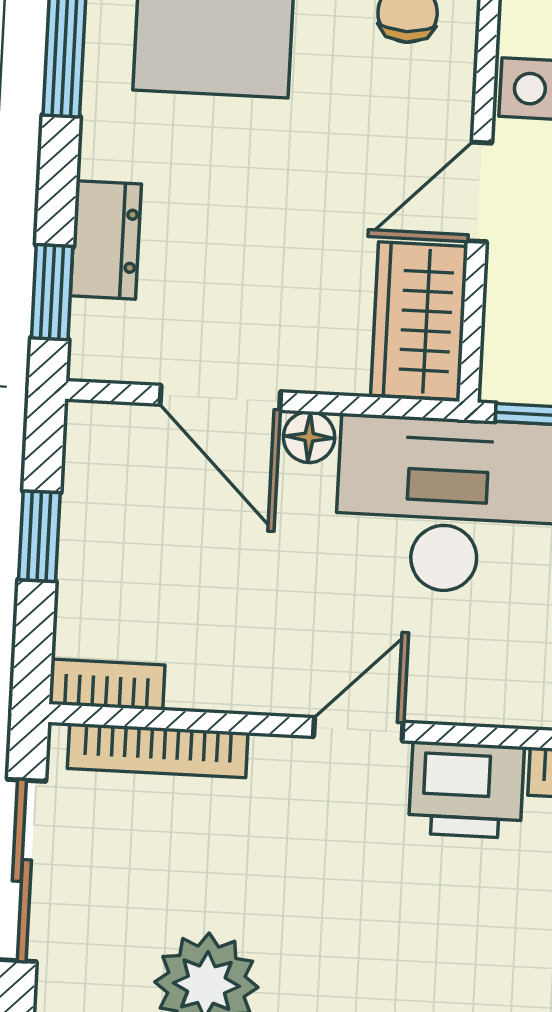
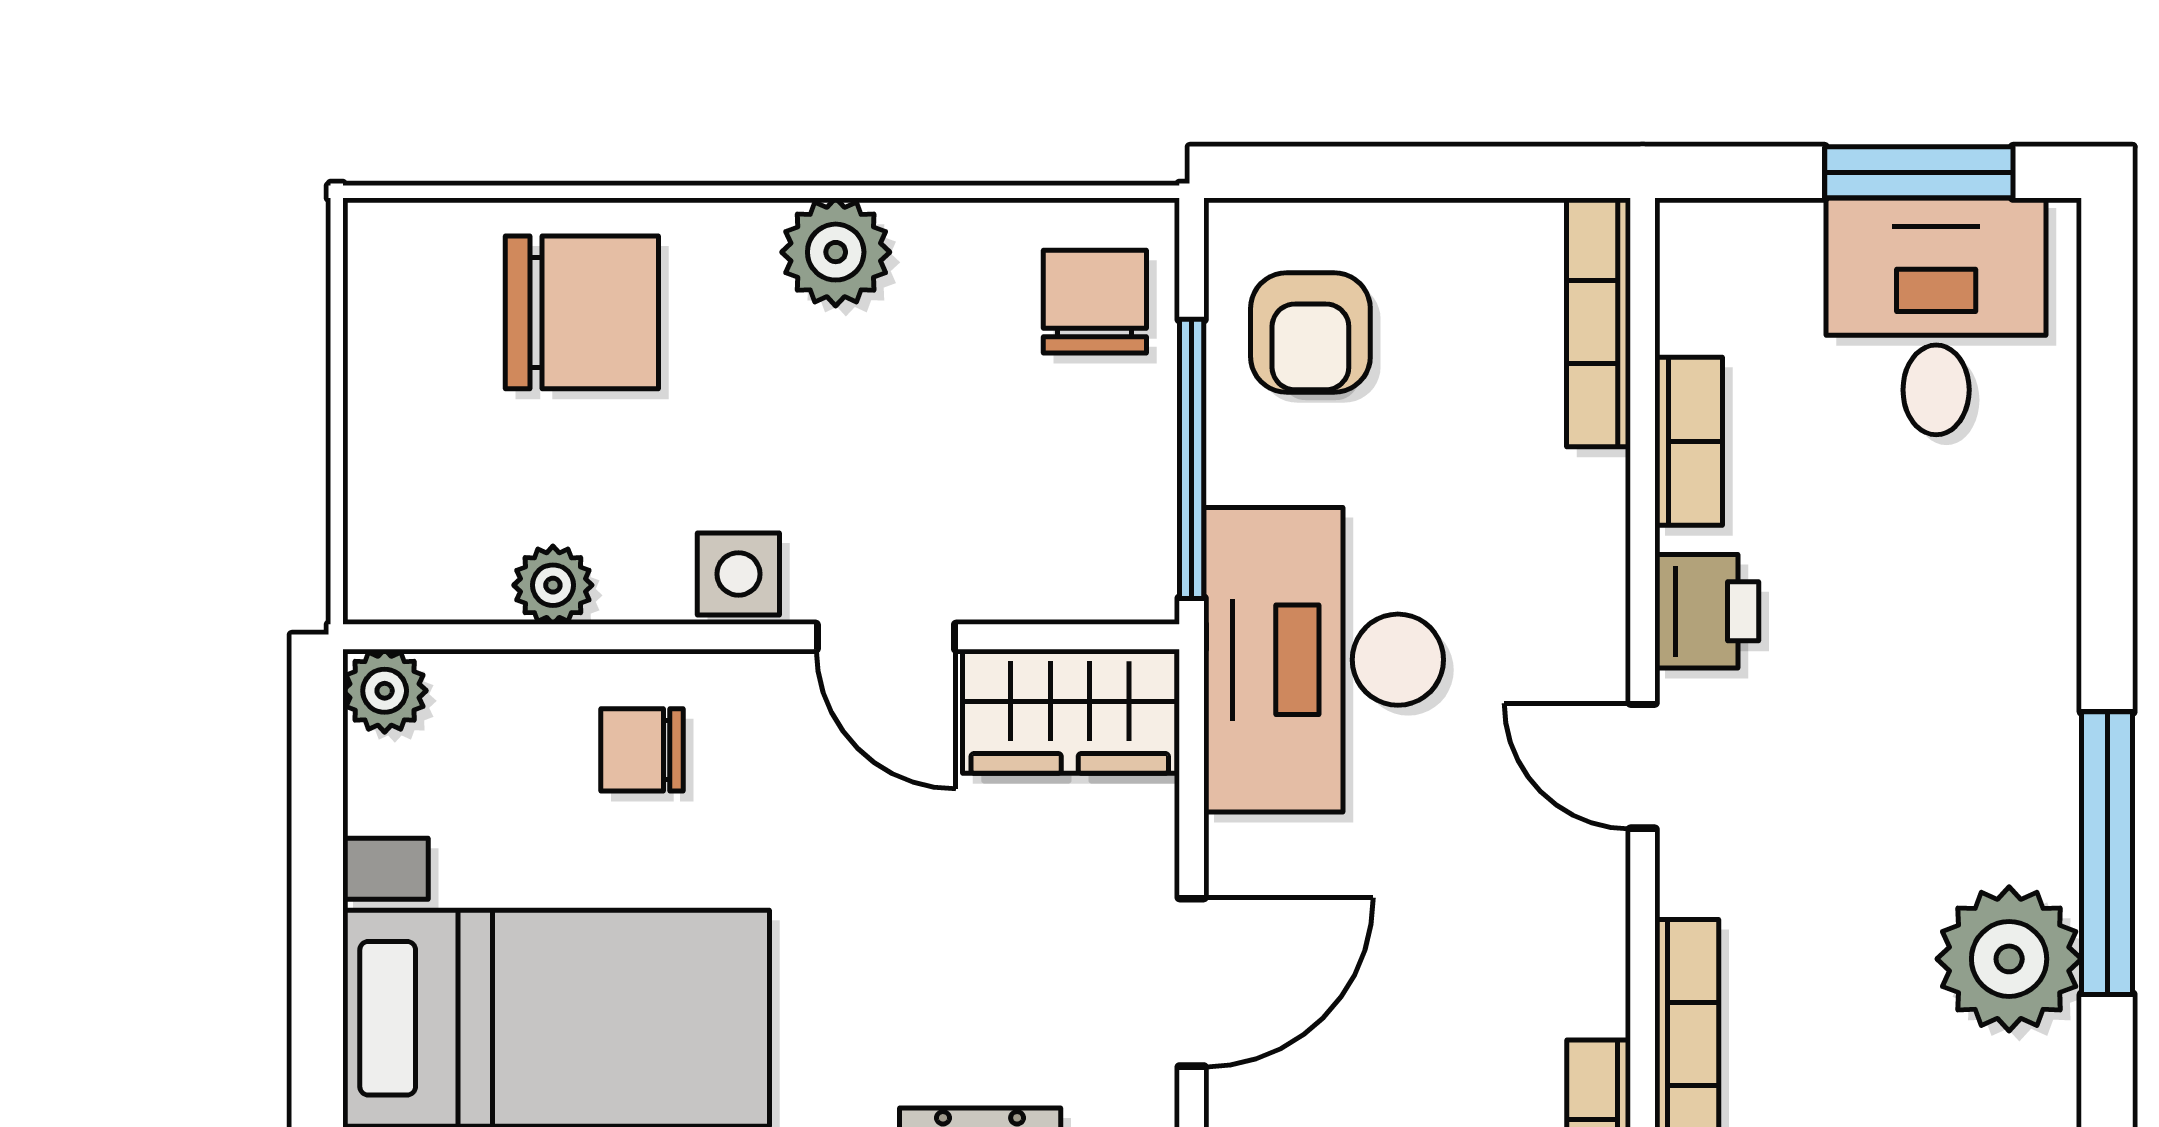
floor lamp: (309, 437) -> (1240, 856), removed
printer: (466, 790) -> (1707, 611), width x0.73, depth x0.81

